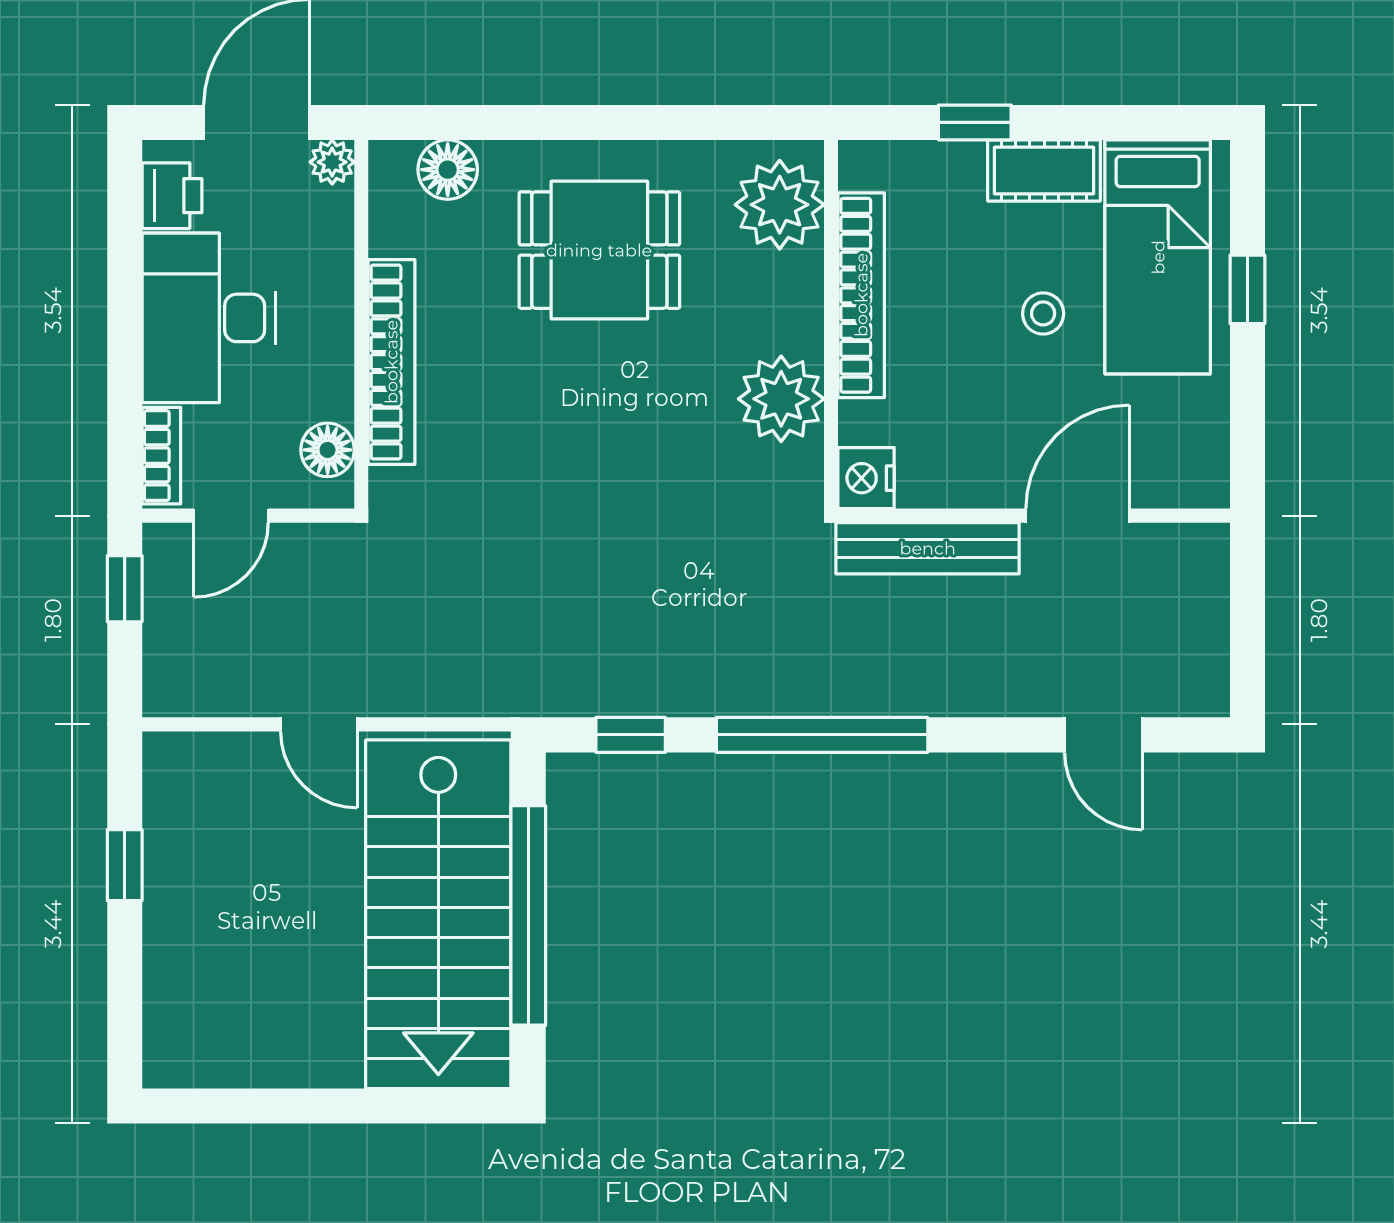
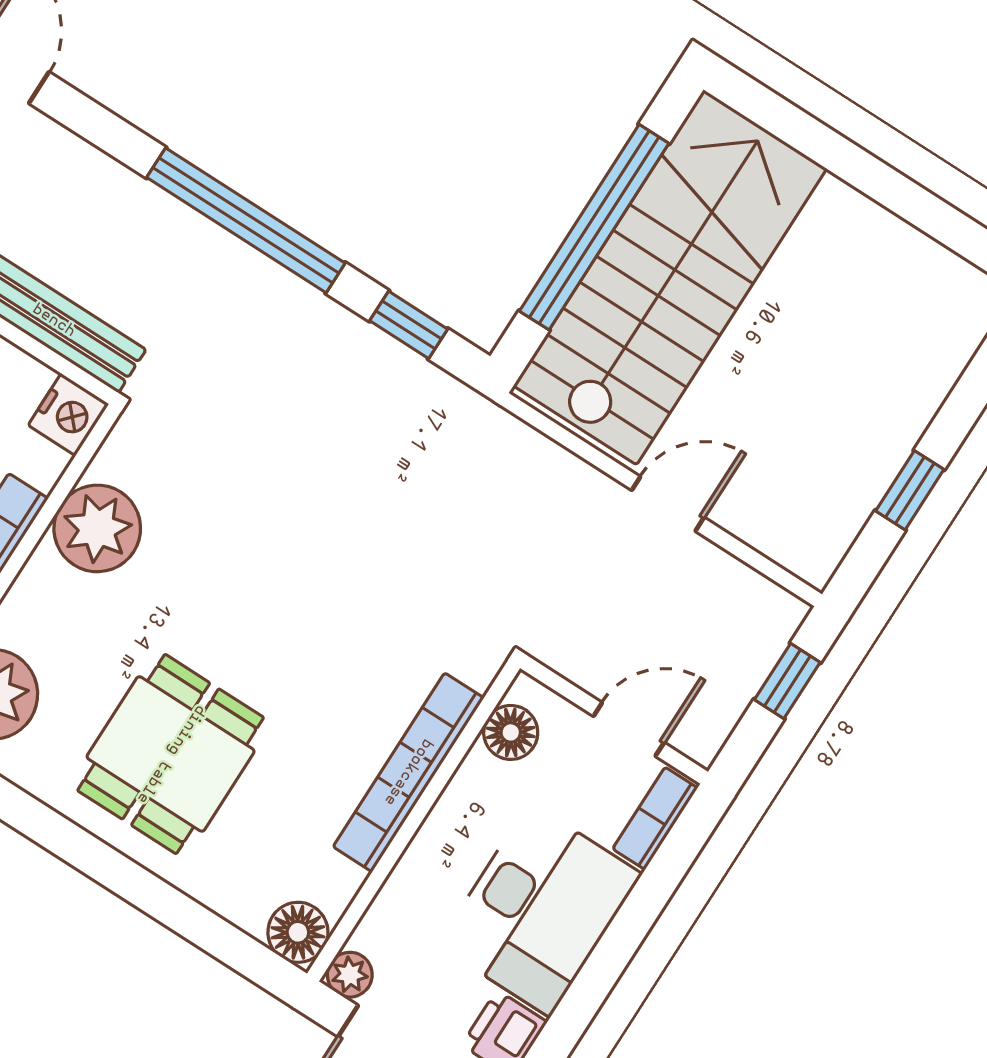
floor lamp: (448, 170) -> (298, 932), moved
dining table: (599, 250) -> (171, 754), turned 90
window: (125, 589) -> (787, 681), moved
door: (319, 724) -> (668, 504), hinge flipped

